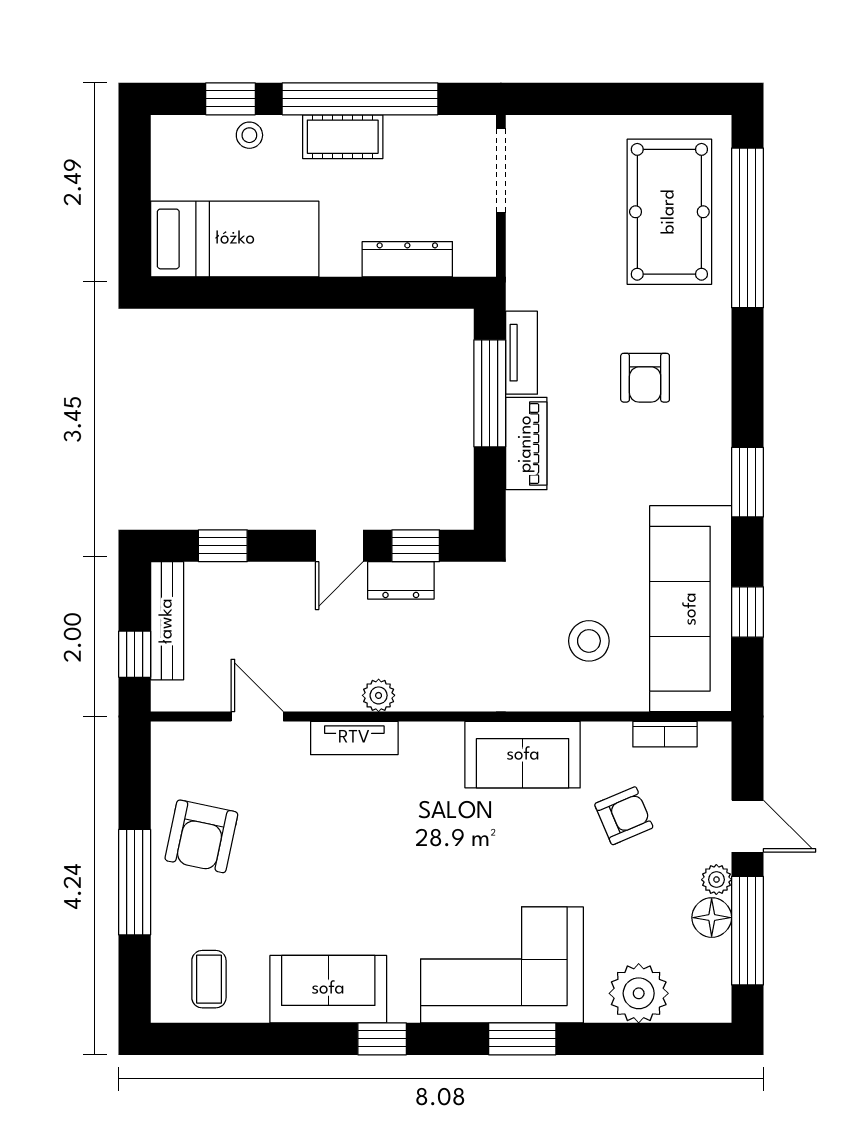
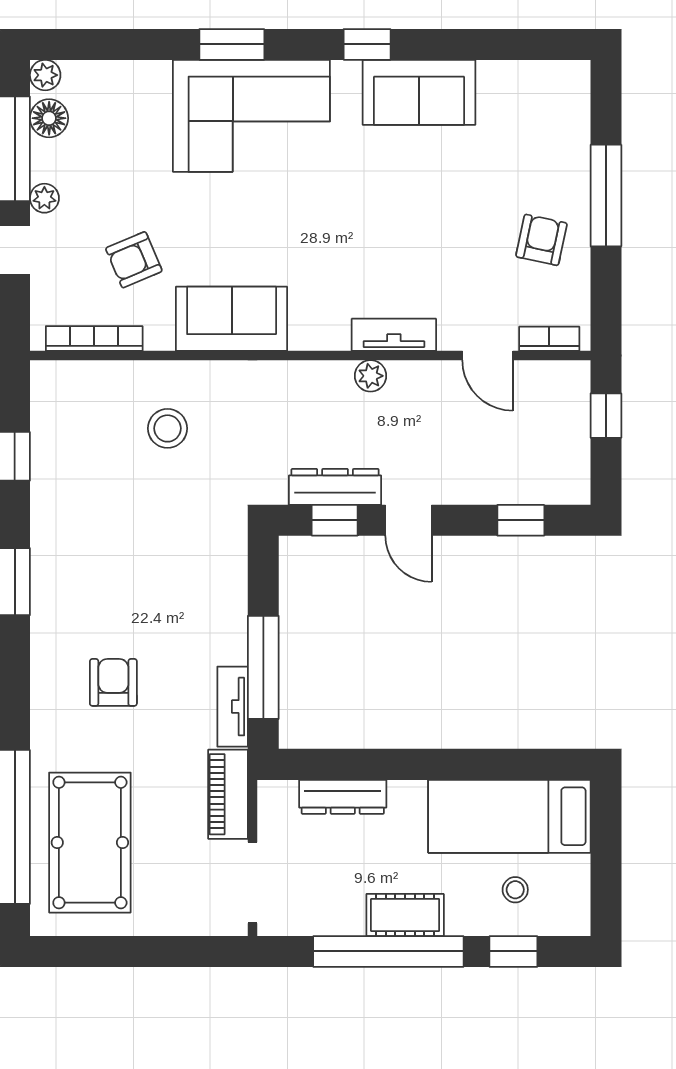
stool: (249, 135) -> (515, 890), moved
piano: (526, 444) -> (228, 794), moved
door: (339, 546) -> (408, 520), swing flipped
dresser: (401, 580) -> (335, 487), width x1.44
sofa: (691, 609) -> (69, 460), removed
bench: (167, 621) -> (575, 448), removed
bookcase: (193, 734) -> (549, 339), added
bookcase: (665, 734) -> (94, 338), width x1.56
armchair: (201, 836) -> (541, 240), width x0.72, depth x0.72
floor lamp: (712, 918) -> (49, 118), moved
coffee table: (209, 979) -> (534, 102), removed
plant: (639, 993) -> (45, 75), moved, width x0.53, depth x0.53

